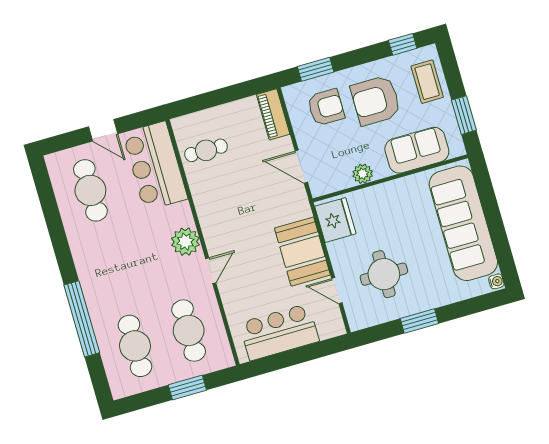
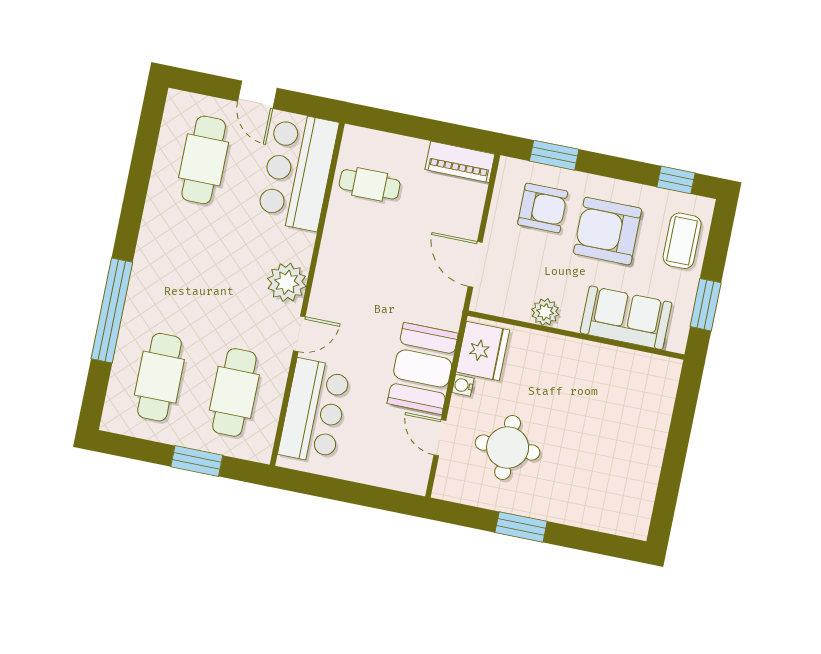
piano: (273, 114) -> (460, 162), moved, turned -90
sofa: (463, 223) -> (636, 436), removed
water cooler: (496, 281) -> (463, 385), moved, turned 180
bar counter: (279, 332) -> (314, 411), moved, turned 90

